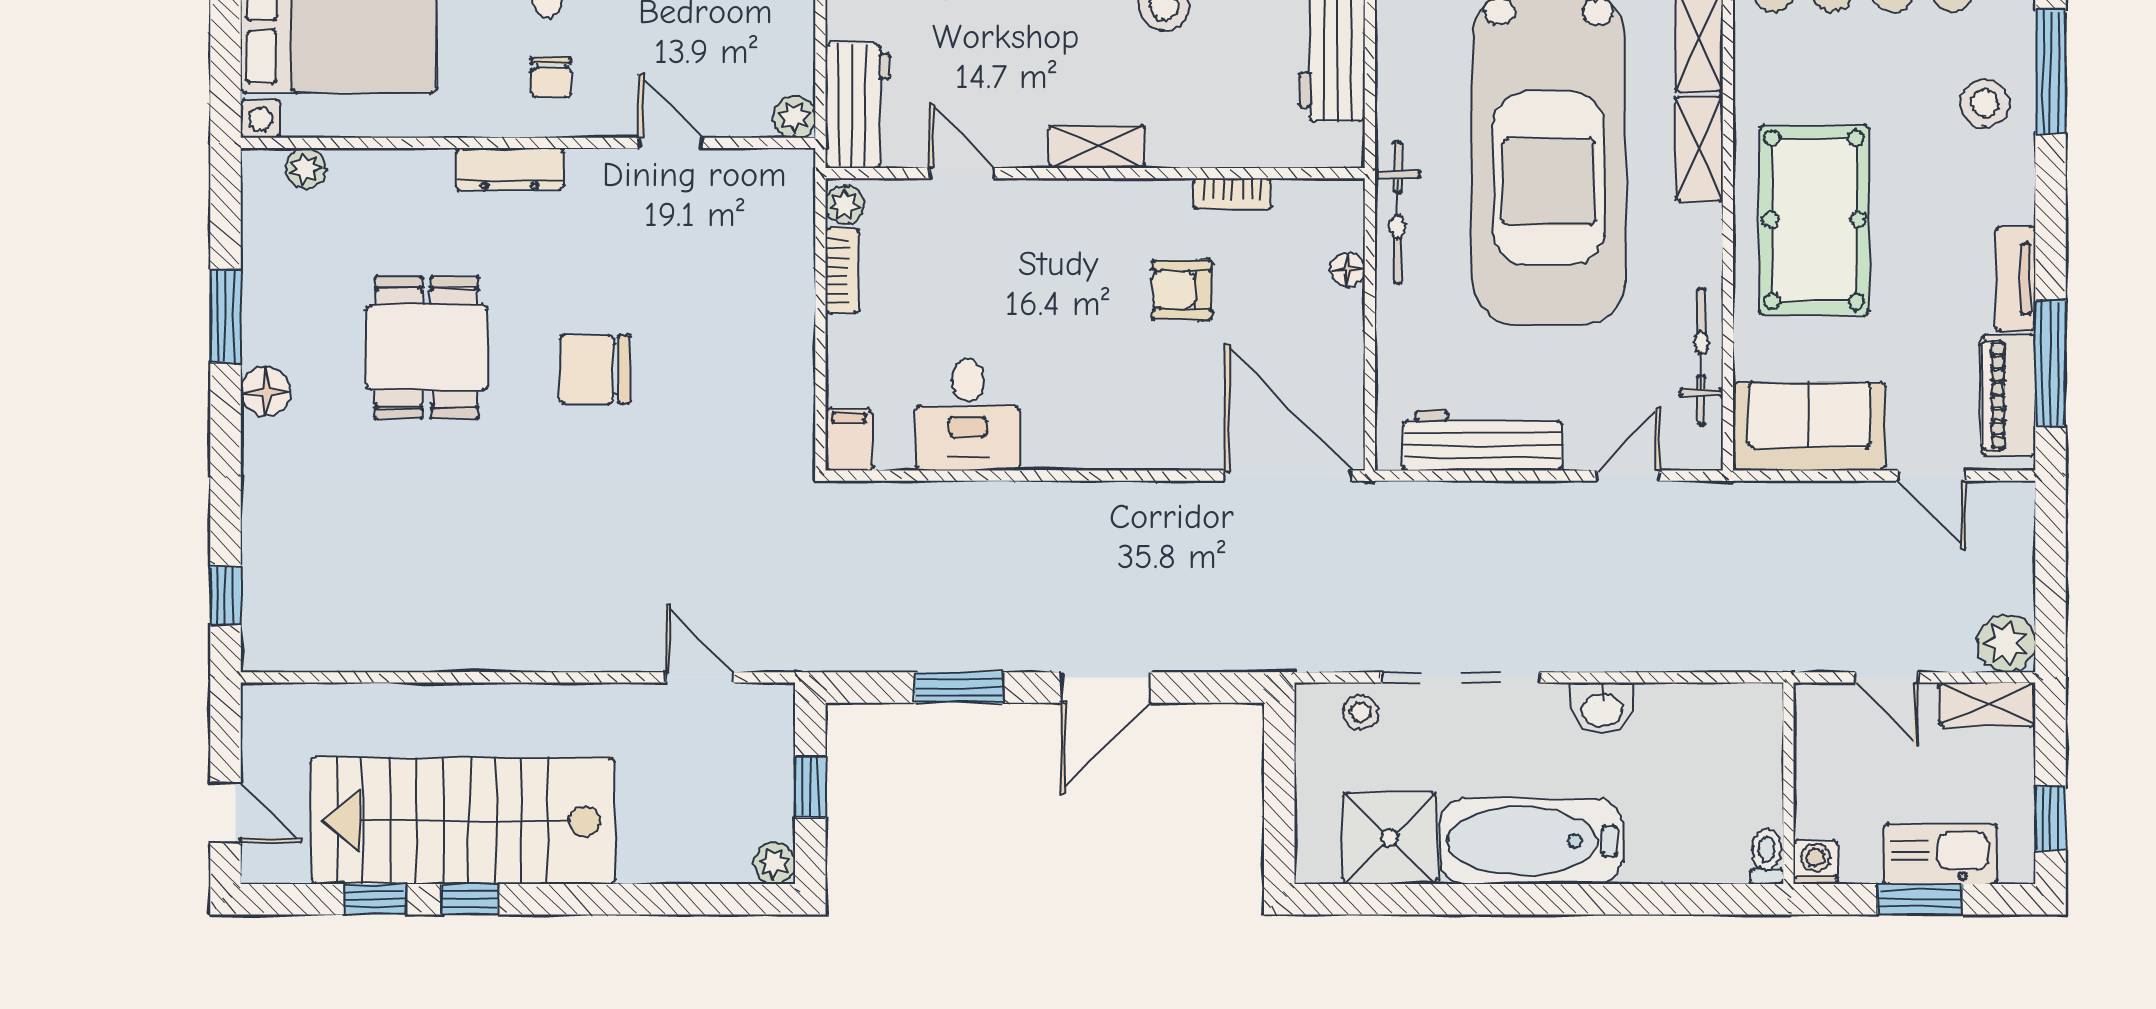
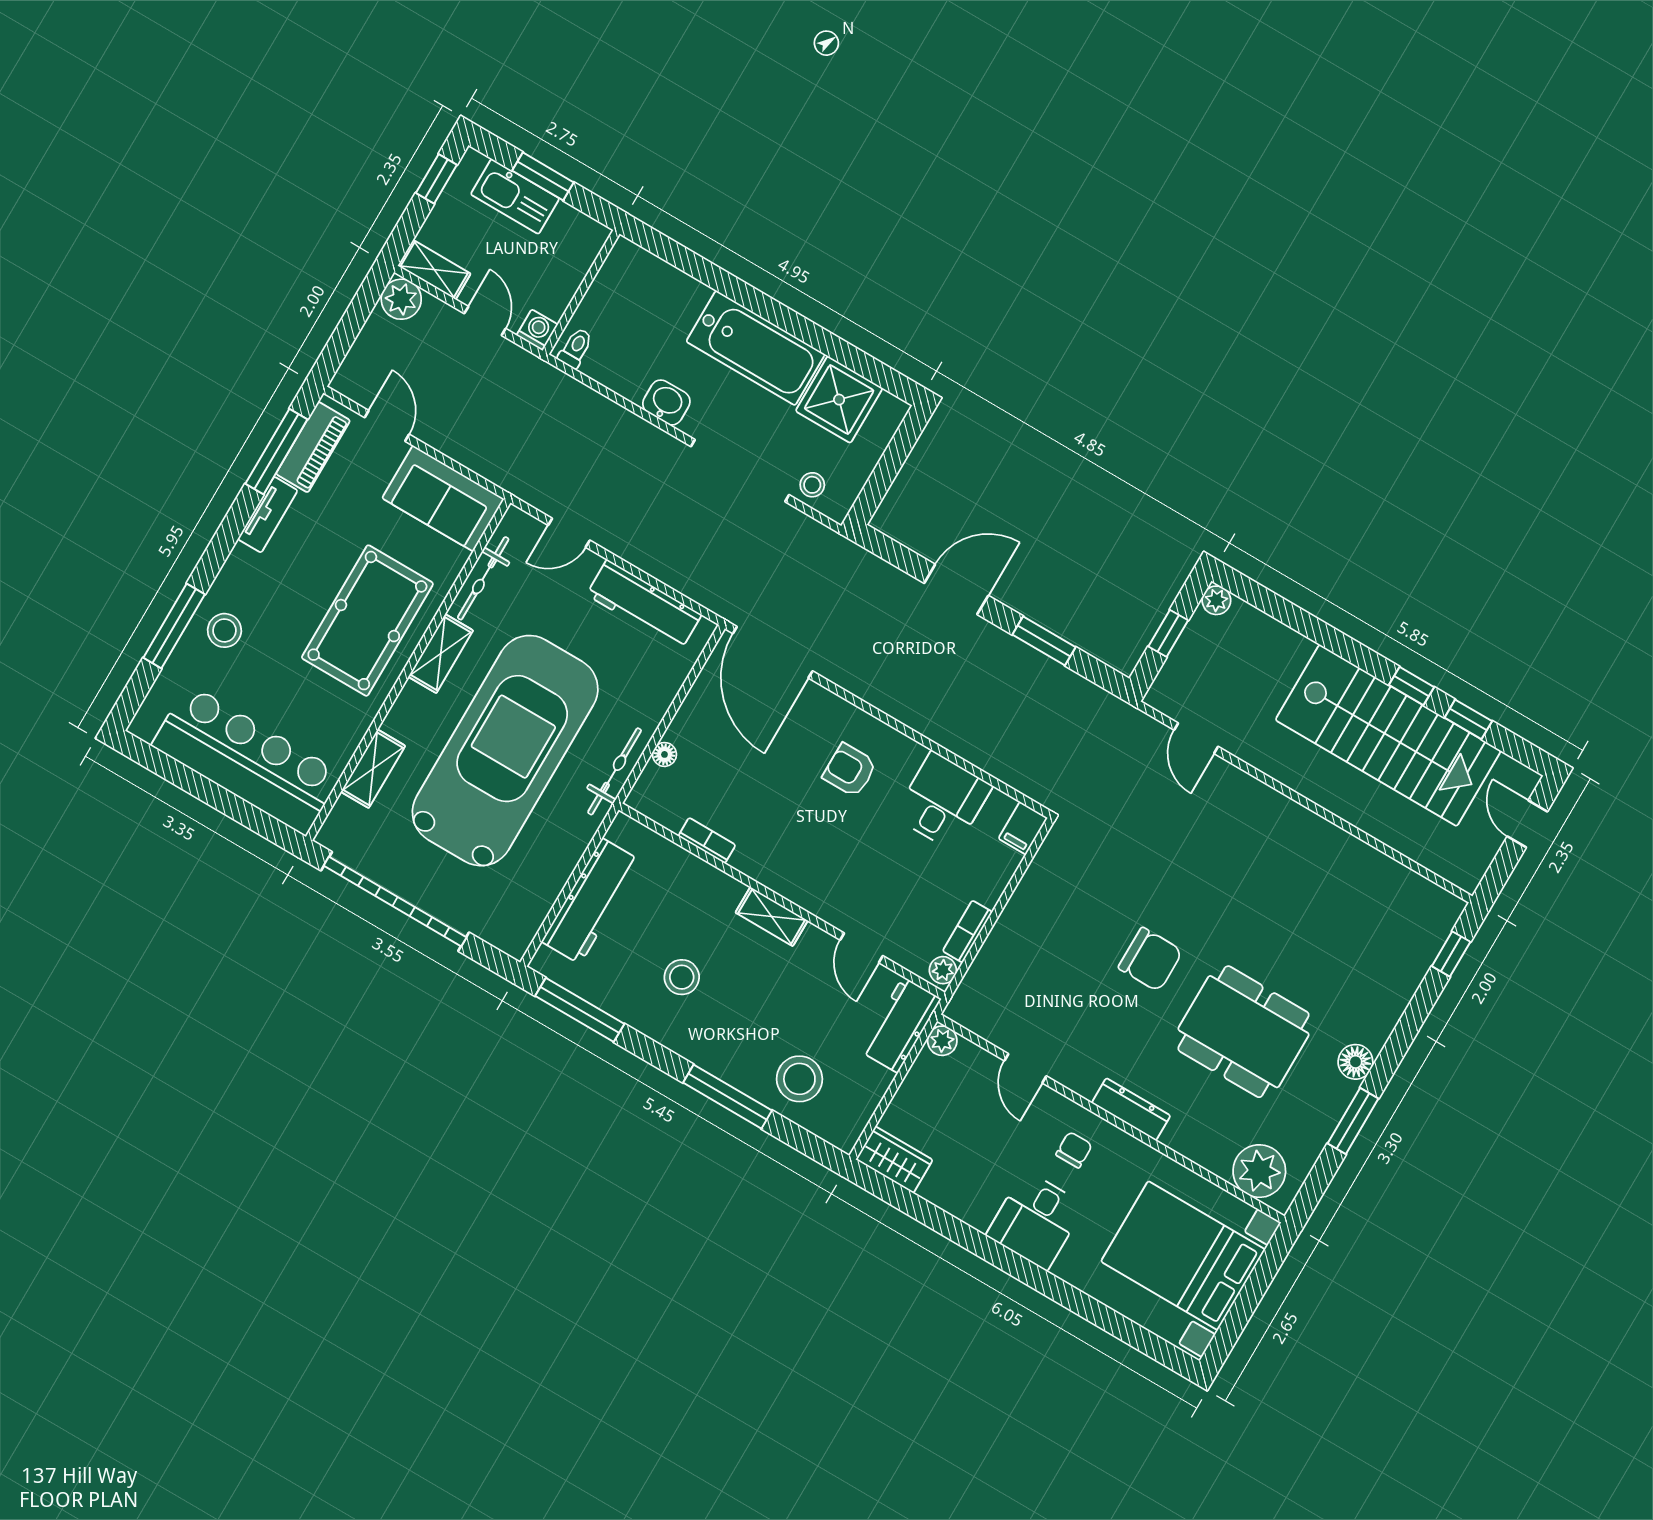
shelving: (1699, 148) -> (441, 654), moved
plant: (305, 168) -> (1259, 1171), width x1.87, depth x1.87
armchair: (1182, 290) -> (850, 770), moved, turned 180
dining table: (427, 348) -> (1244, 1032), width x1.38
toilet: (1767, 857) -> (576, 348), moved, turned 180
washing machine: (1815, 862) -> (537, 330), moved, turned 180

